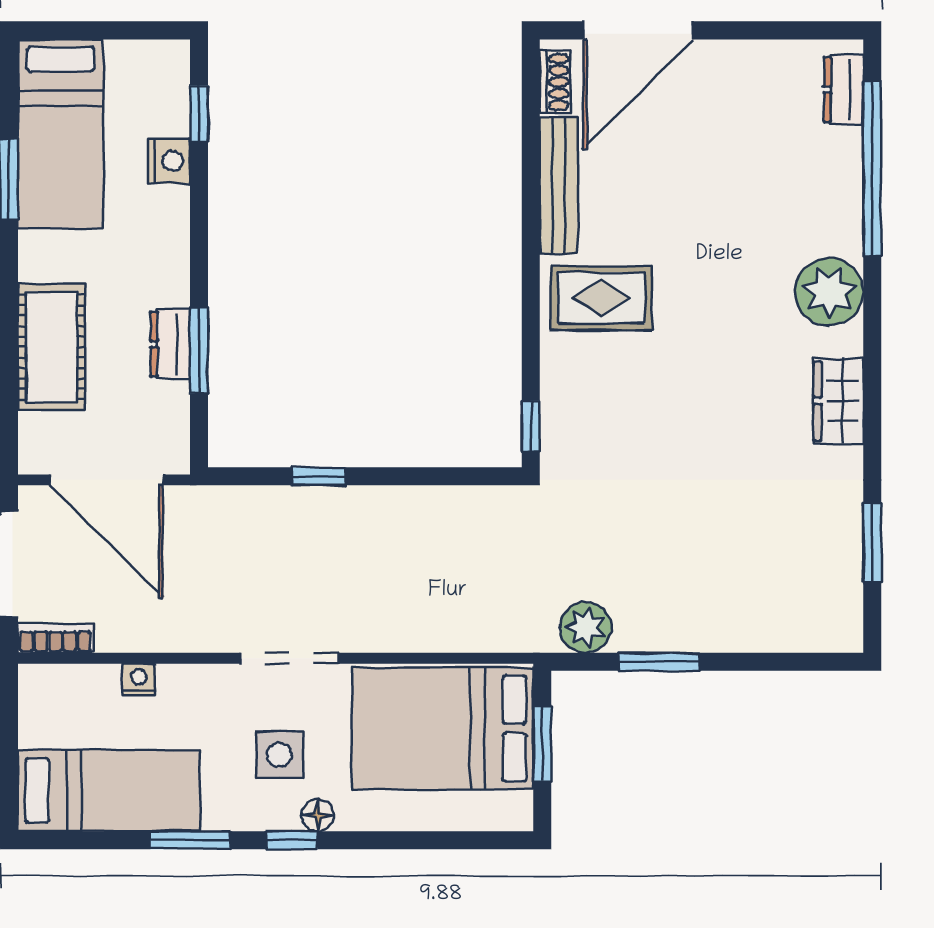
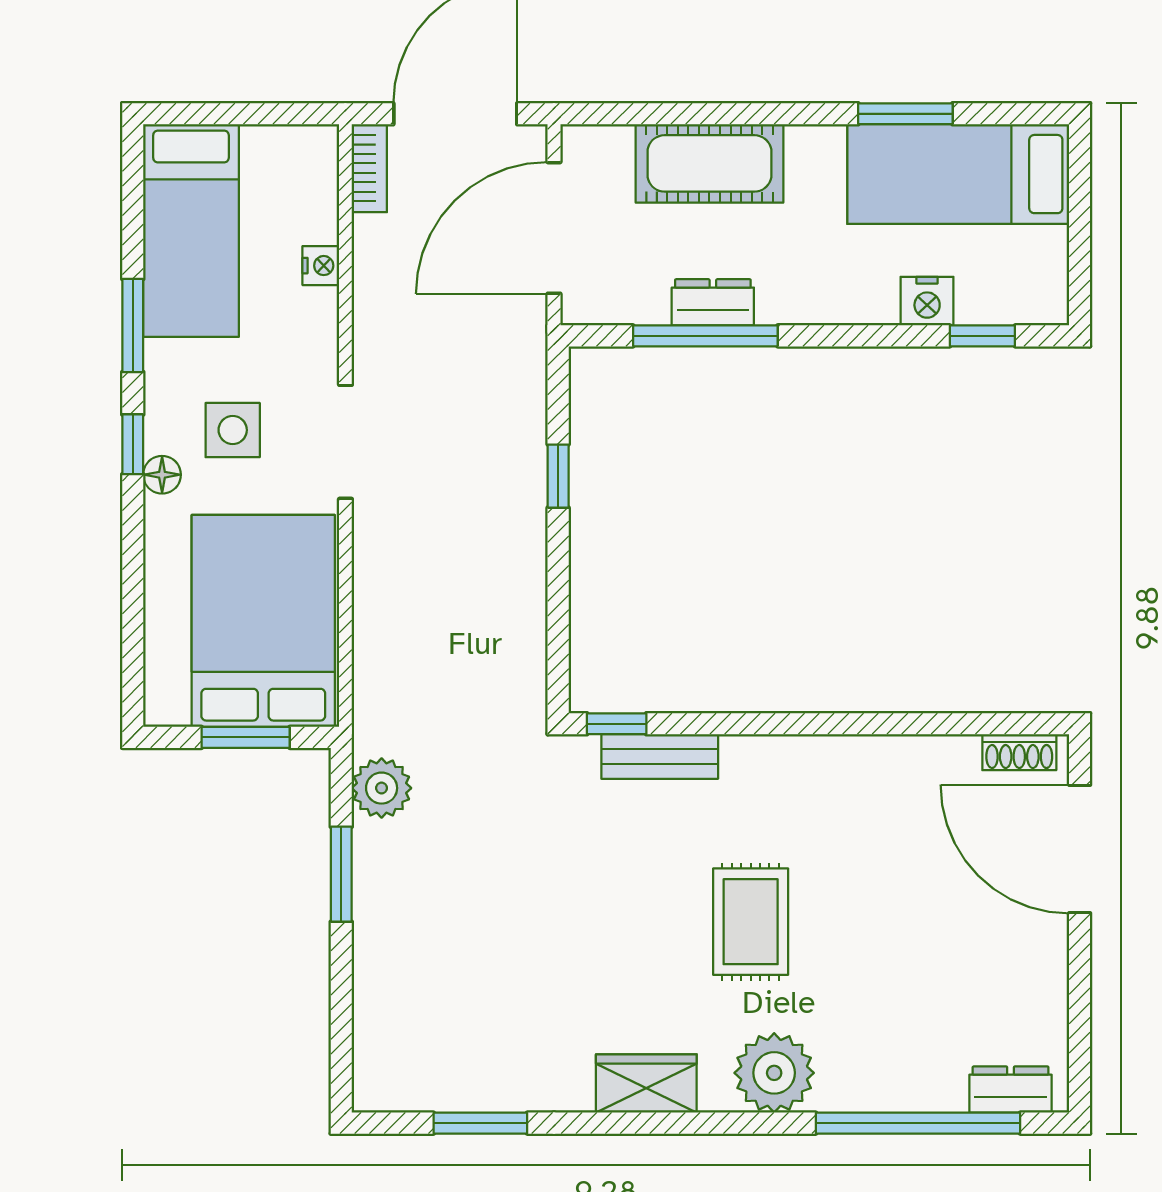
bench: (559, 185) -> (660, 756), moved, width x0.73
rug: (601, 298) -> (751, 922), moved
window: (199, 350) -> (705, 336), width x1.44

